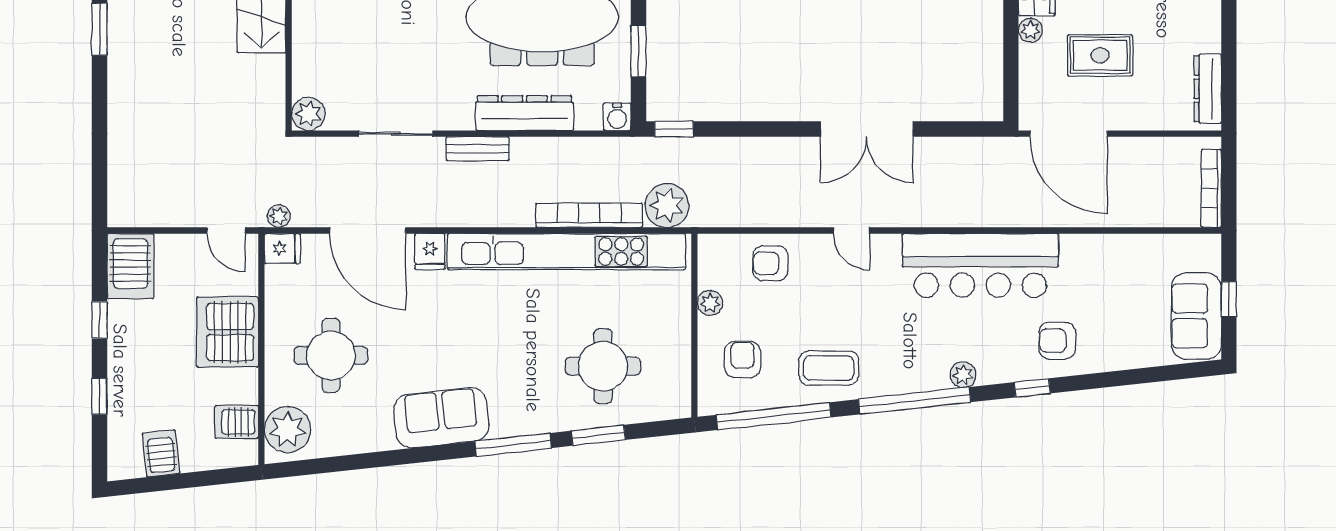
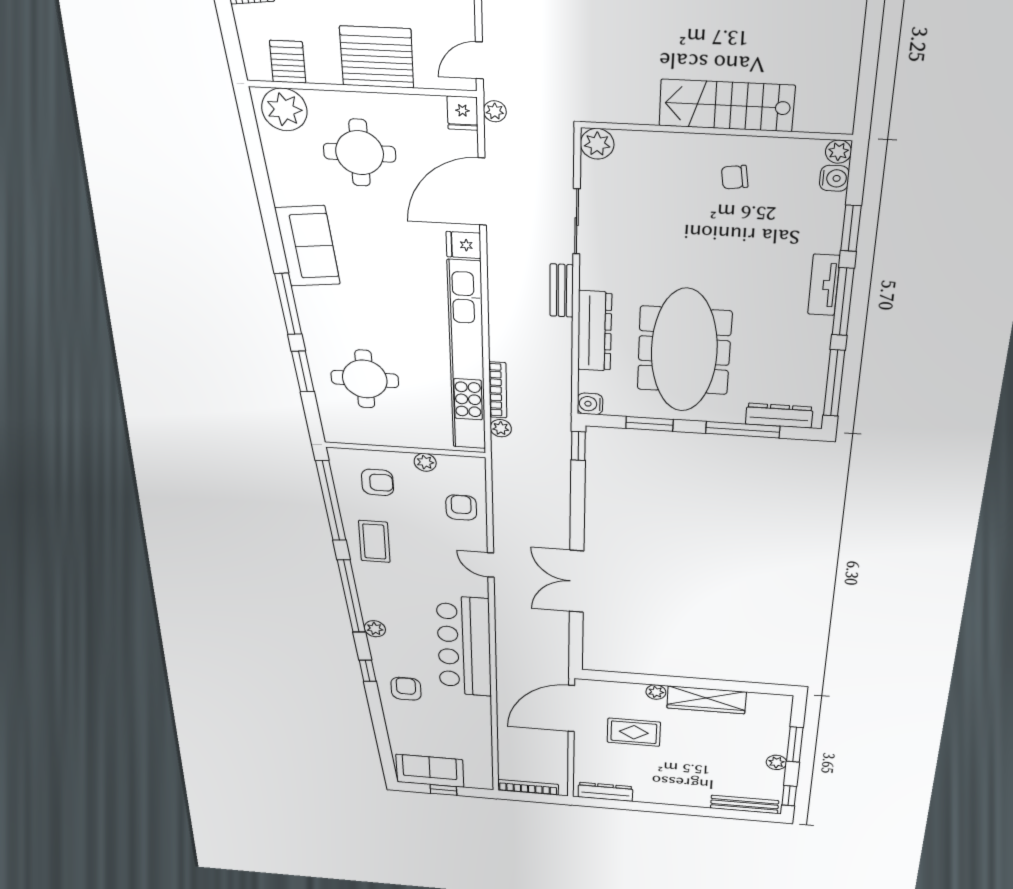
rug: (1100, 55) -> (634, 732), turned 90
plant: (667, 205) -> (501, 428), width x0.53, depth x0.53
bookcase: (589, 215) -> (498, 390), width x0.68, depth x0.76
door: (851, 230) -> (491, 565), hinge flipped

